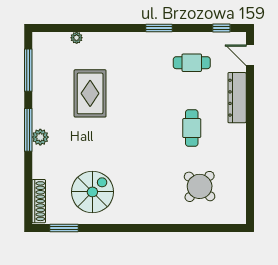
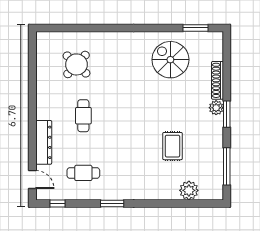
plant: (77, 38) -> (189, 190), width x1.88, depth x1.88
rug: (90, 93) -> (173, 146), width x0.73, depth x0.70
window: (28, 130) -> (227, 114), width x0.69
spiral stairs: (92, 192) -> (170, 60), turned 90
shoe rack: (39, 201) -> (218, 80), moved

